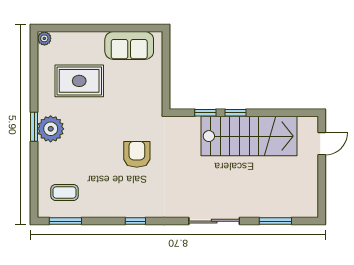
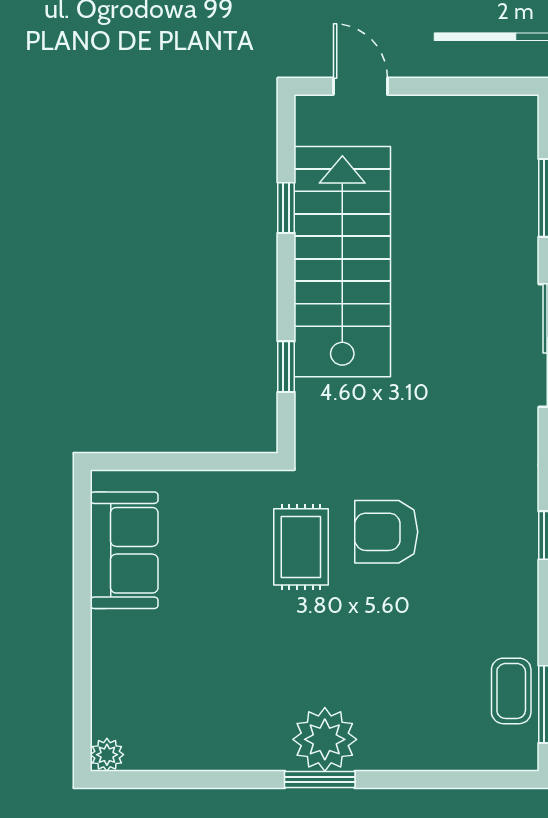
rug: (79, 81) -> (301, 547), moved, width x0.73, depth x0.70
window: (235, 113) -> (286, 208), moved
coffee table: (64, 192) -> (511, 691), moved

